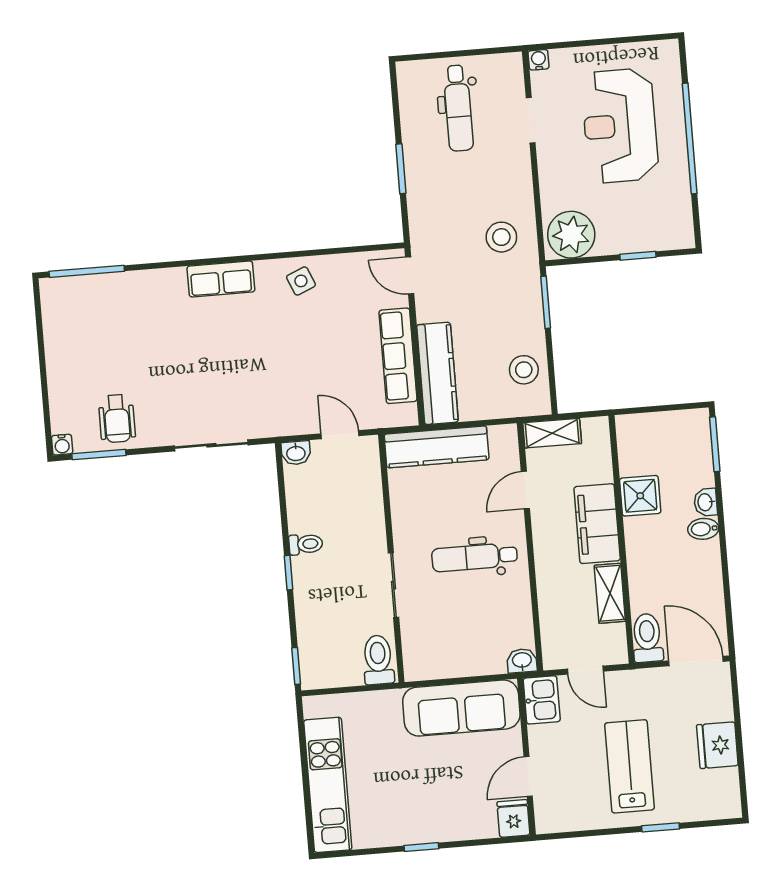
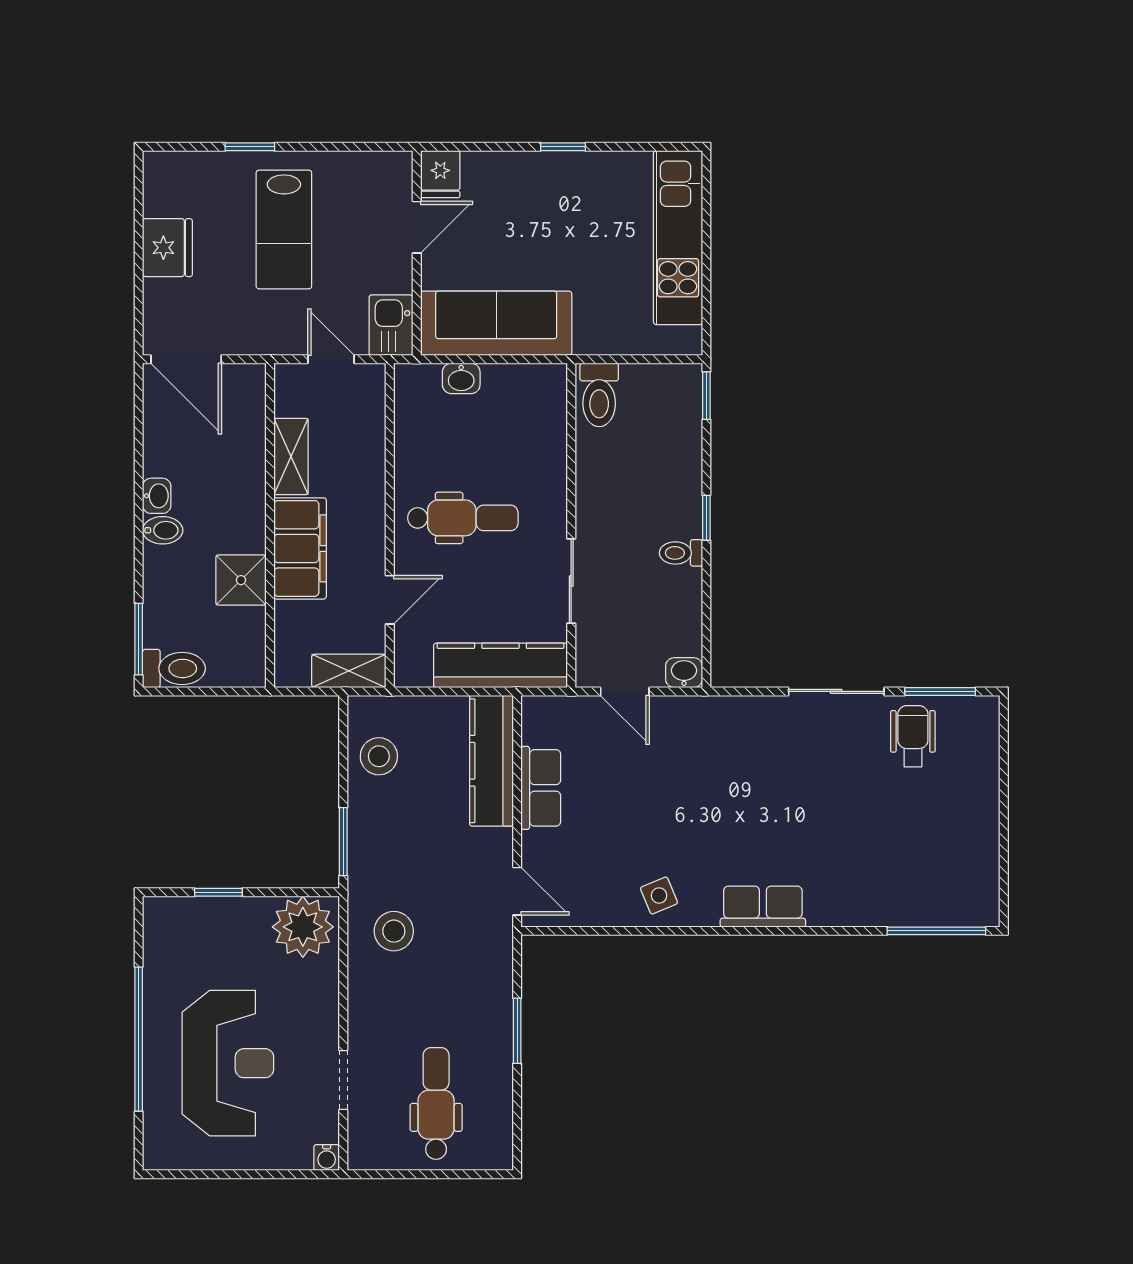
row of seats: (398, 356) -> (541, 788), width x0.68
water cooler: (62, 445) -> (987, 708), removed
sliding door: (211, 445) -> (836, 691), moved
washbasin: (706, 502) -> (157, 496), moved
sliding door: (394, 585) -> (571, 581), moved
toilet: (647, 638) -> (174, 668), moved, turned -90
washbasin: (522, 661) -> (461, 378), moved

